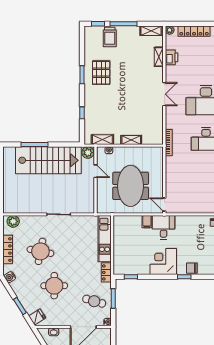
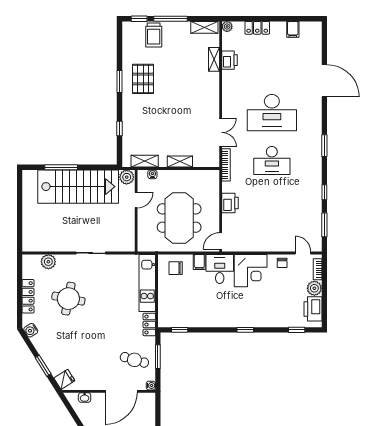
locker: (194, 31) -> (257, 28), width x0.66
double door: (164, 94) -> (221, 132), moved
door: (96, 171) -> (136, 200), hinge flipped
printer: (172, 174) -> (230, 203), added
door: (164, 204) -> (221, 241), hinge flipped
plant: (13, 221) -> (48, 262), moved
corner desk: (163, 262) -> (251, 271), moved, turned 180
chair: (192, 268) -> (176, 268), moved
round table: (54, 286) -> (85, 341), removed

